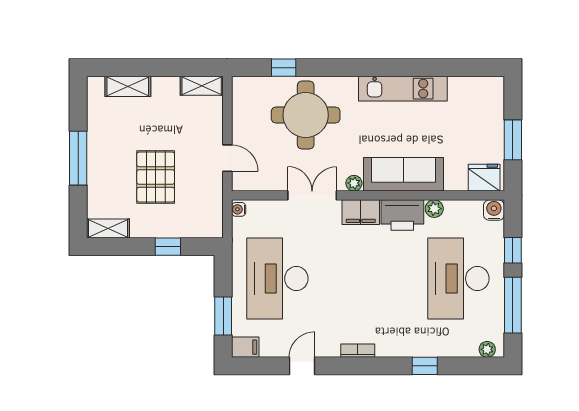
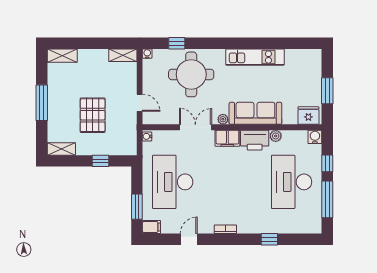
water cooler: (239, 83) -> (147, 54), added
shelving: (128, 86) -> (62, 56), moved
plant: (487, 349) -> (310, 228), removed

